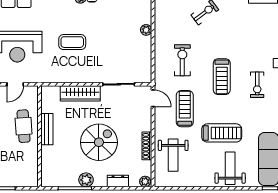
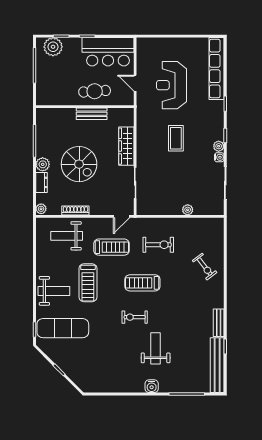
plant: (86, 180) -> (43, 164), moved

